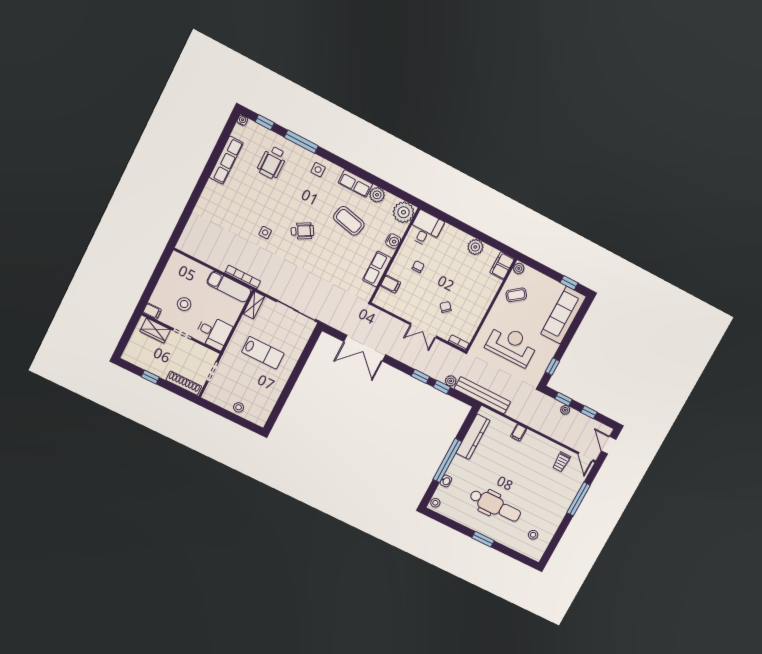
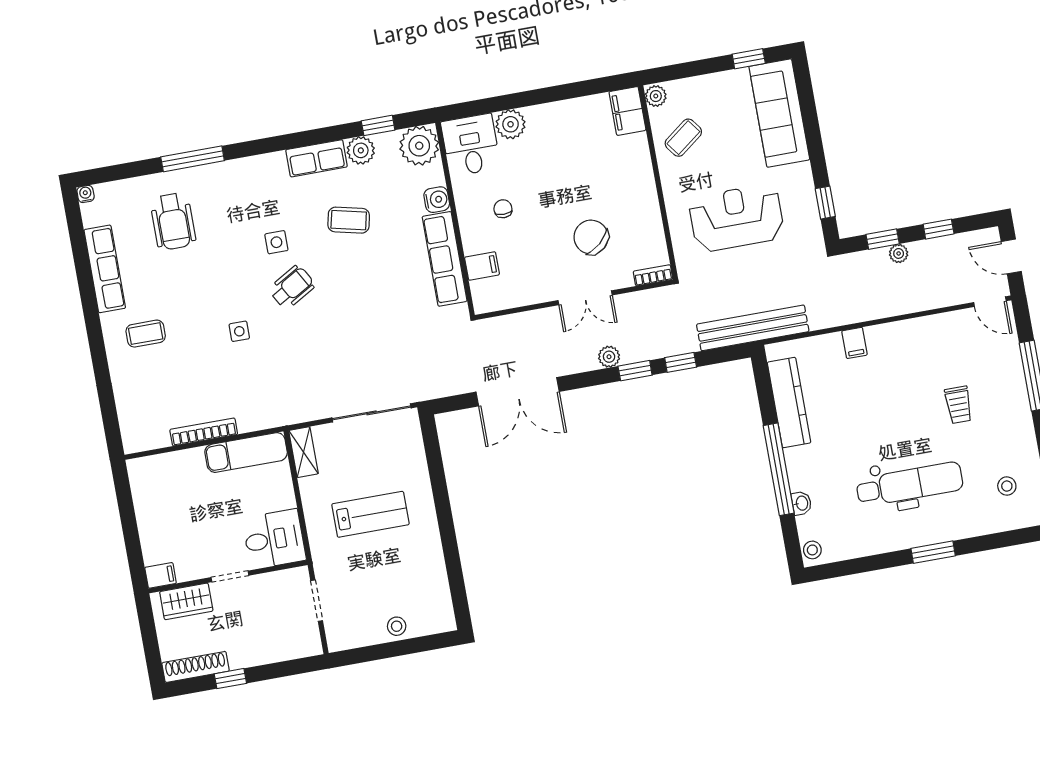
window: (265, 122) -> (378, 125), moved
side table: (318, 170) -> (276, 242), moved
coffee table: (223, 202) -> (146, 334), added
coffee table: (349, 221) -> (349, 220), width x0.73, depth x0.77
plant: (475, 247) -> (511, 124), moved
row of seats: (377, 269) -> (445, 259), width x1.48
bookcase: (243, 277) -> (204, 432), moved
stool: (184, 304) -> (200, 529), removed
chair: (446, 307) -> (591, 237), width x1.87, depth x1.87
plant: (451, 381) -> (609, 357), moved
shoe rack: (184, 383) -> (196, 667), moved
trolley: (561, 462) -> (958, 405), moved

